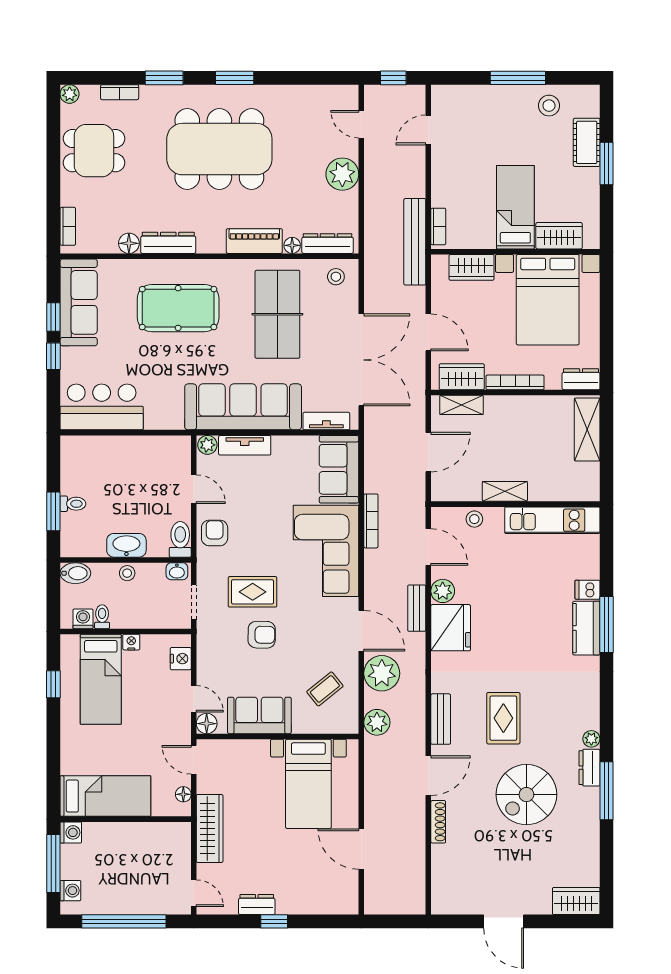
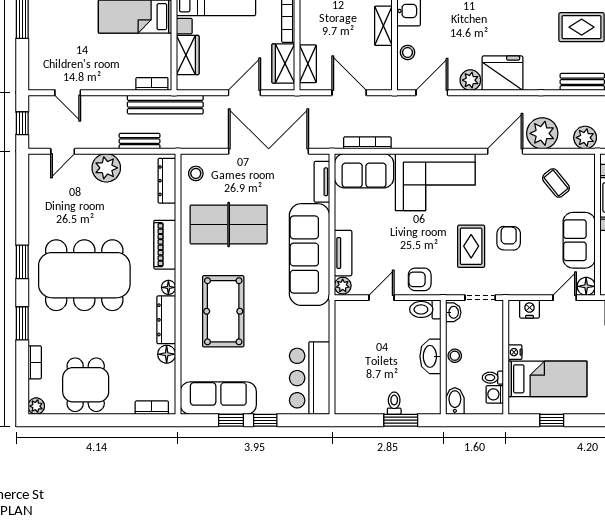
dining table: (219, 149) -> (84, 275), turned 90
floor lamp: (292, 245) -> (168, 287), moved
bookcase: (371, 521) -> (367, 143), moved
bench: (417, 608) -> (140, 141), moved

